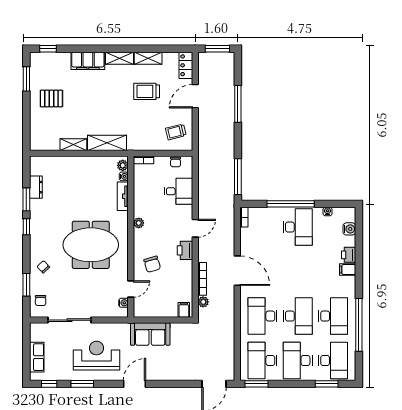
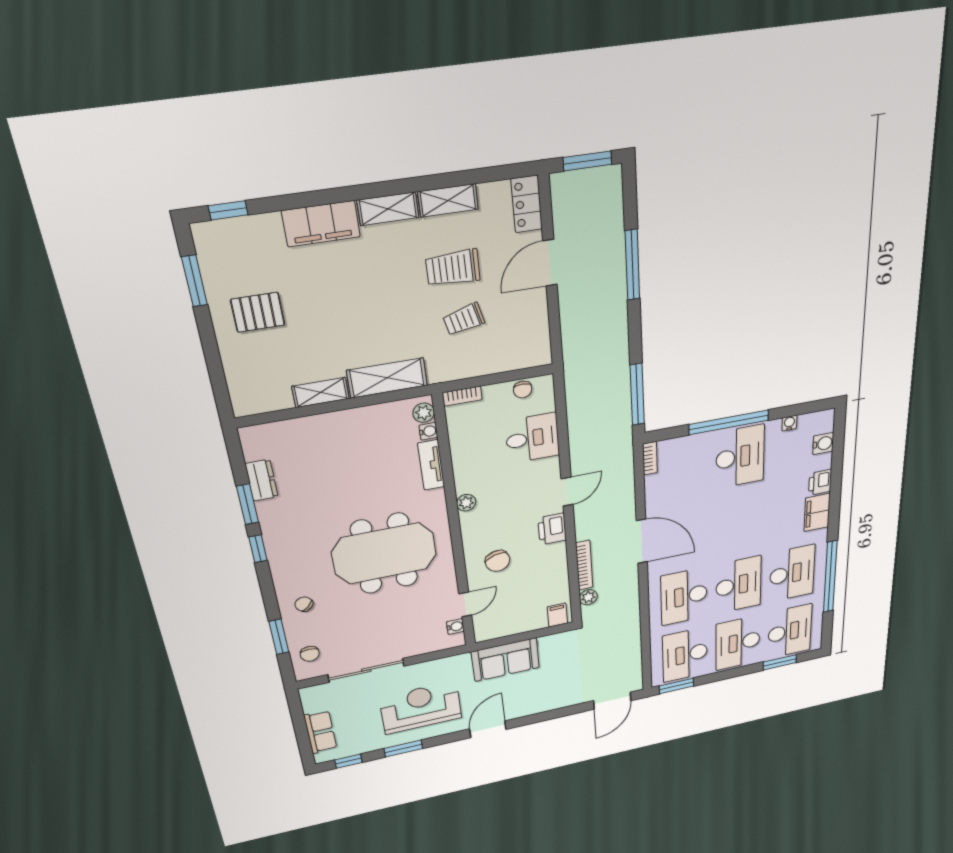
trolley: (176, 132) -> (464, 319), moved
filing cabinet: (348, 270) -> (817, 512), width x2.00

